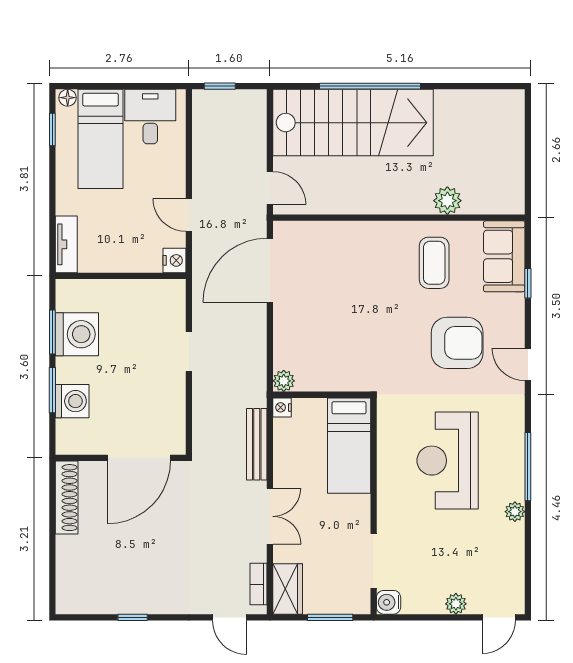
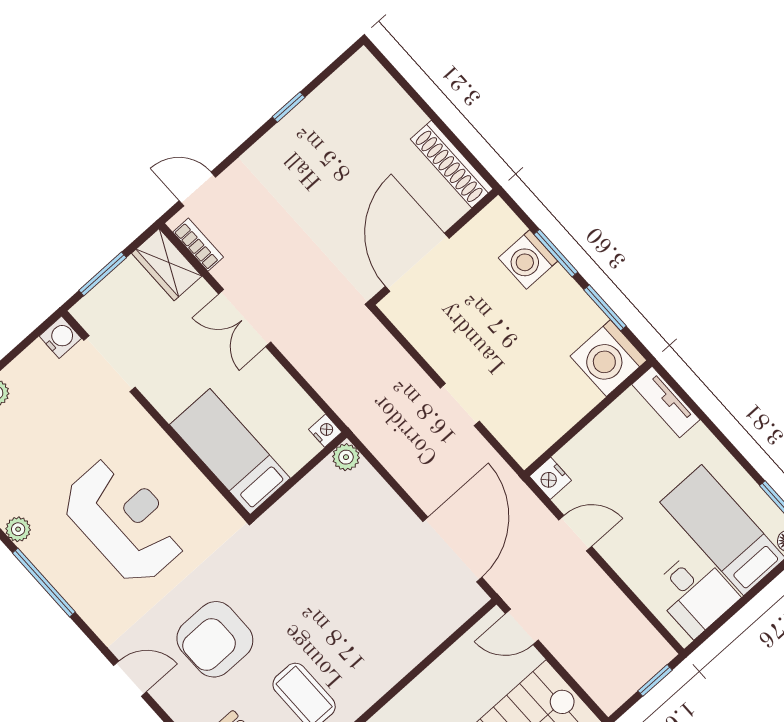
washing machine: (77, 334) -> (608, 358), moved
bench: (257, 444) -> (318, 375), removed

